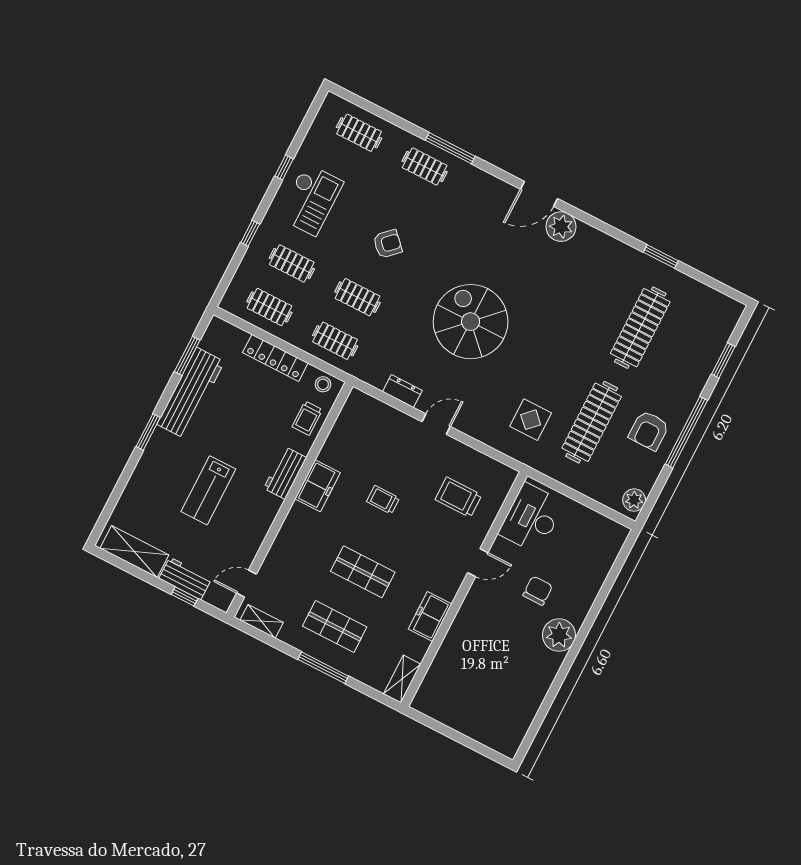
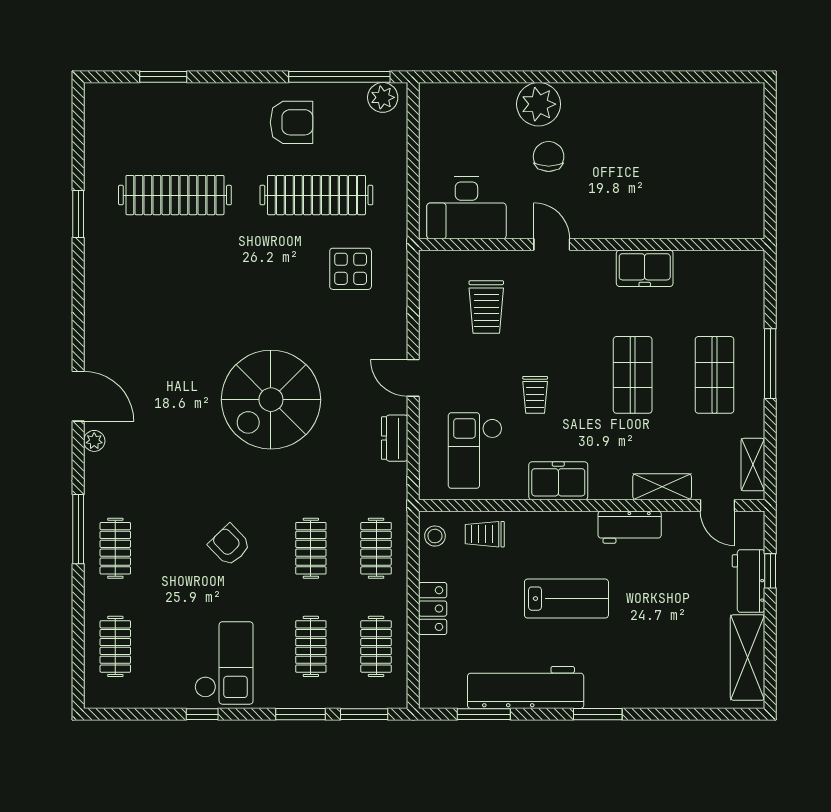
checkout: (311, 200) -> (224, 663), turned 90
plant: (561, 227) -> (94, 441), moved, width x0.53, depth x0.53
window: (250, 233) -> (301, 714), width x1.50
window: (228, 276) -> (364, 714), added
locker: (275, 358) -> (433, 609), width x0.66
trolley: (307, 418) -> (485, 534), turned 180
window: (686, 432) -> (339, 77), moved
checkout: (366, 441) -> (475, 450), added
workbench: (285, 473) -> (630, 527), moved
lab bench: (208, 490) -> (566, 599), moved
chair: (538, 591) -> (549, 156), turned 90
plant: (559, 635) -> (539, 104), moved
shelving: (402, 679) -> (662, 487), moved

